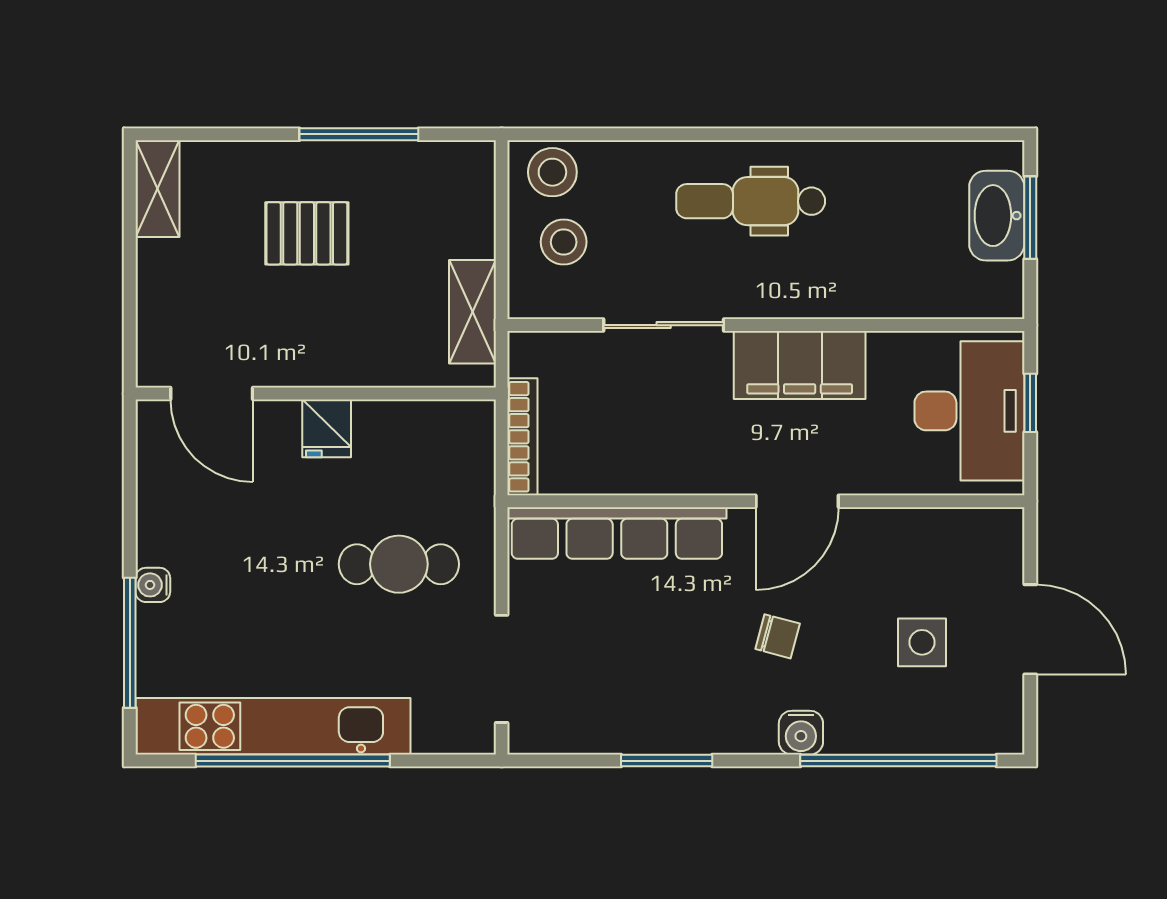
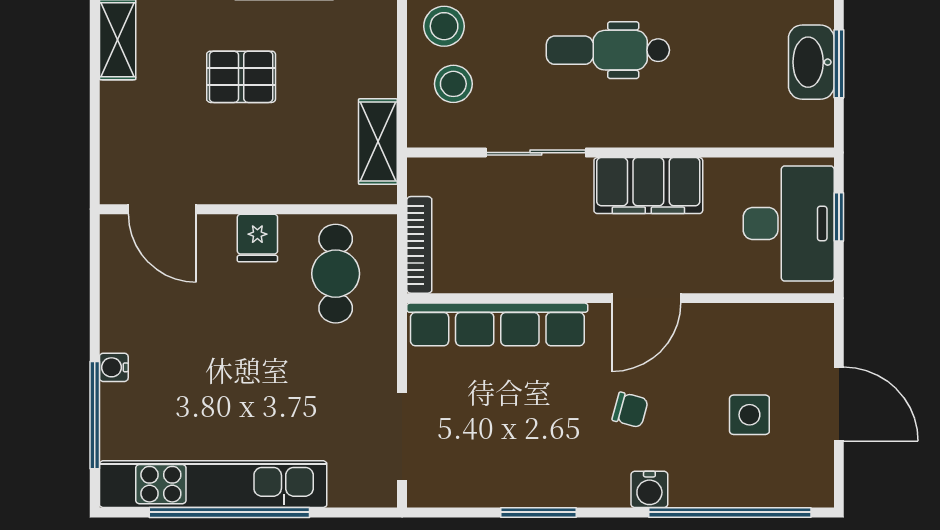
cafe table: (399, 564) -> (336, 274), moved, turned 90

